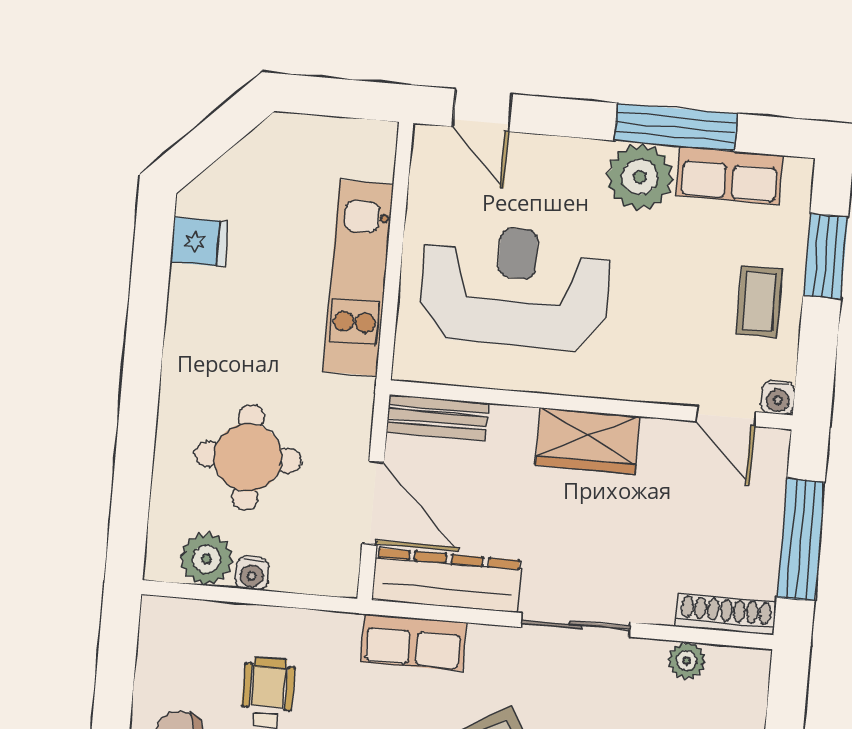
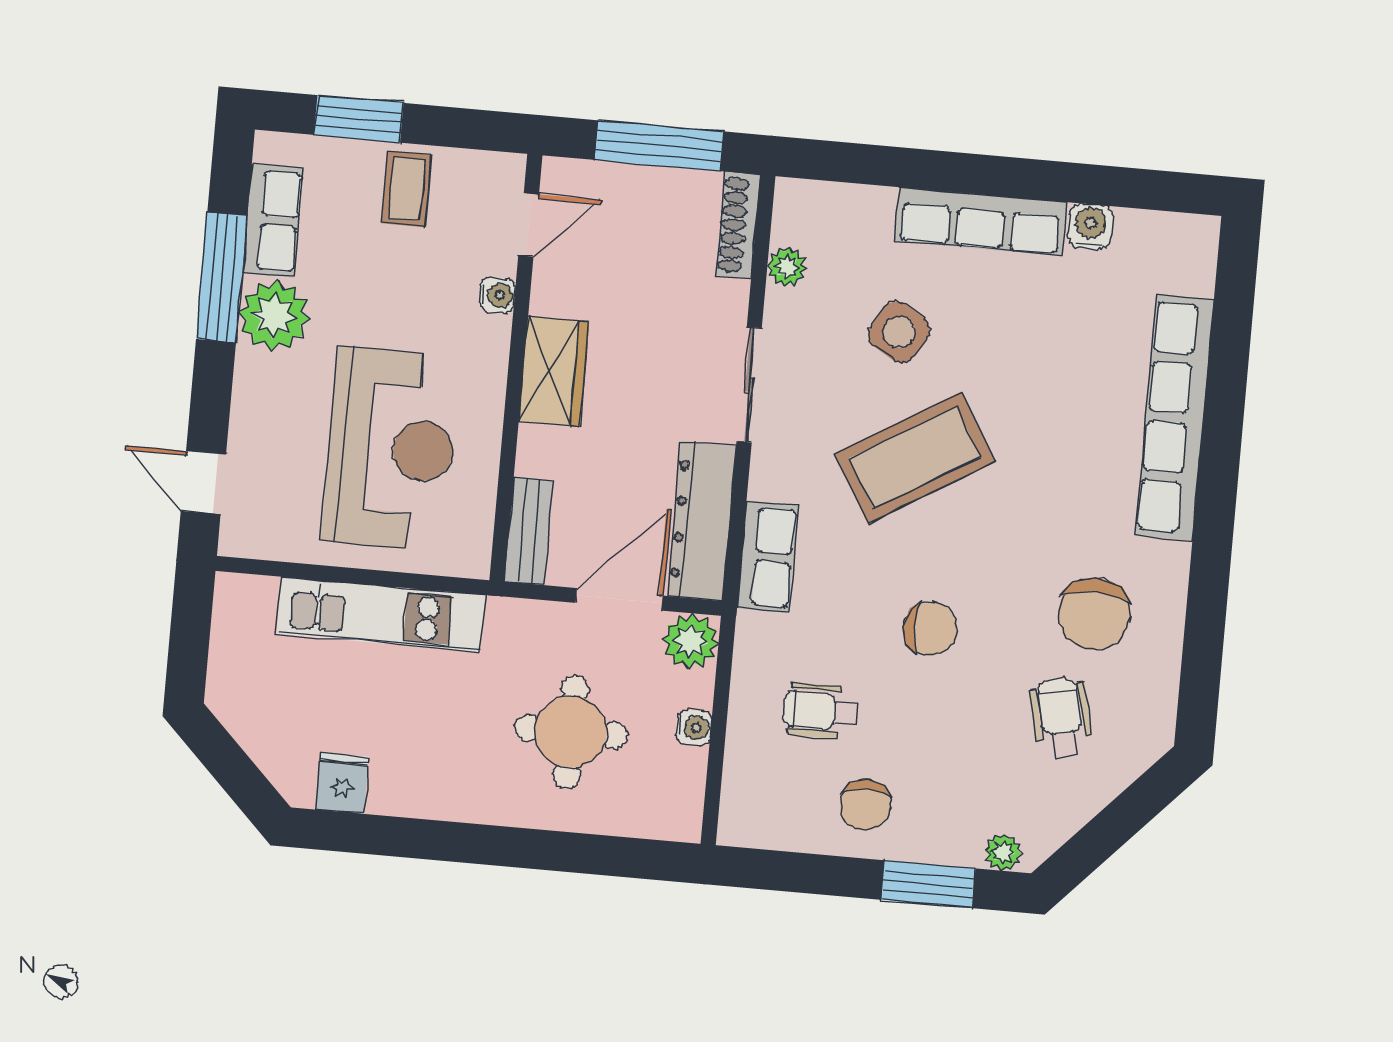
door: (482, 110) -> (203, 483), swing flipped
reception desk: (515, 287) -> (391, 448), turned 180
coffee table: (759, 302) -> (407, 189), turned 90
water cooler: (778, 398) -> (497, 295), moved
plant: (206, 559) -> (690, 641), moved

